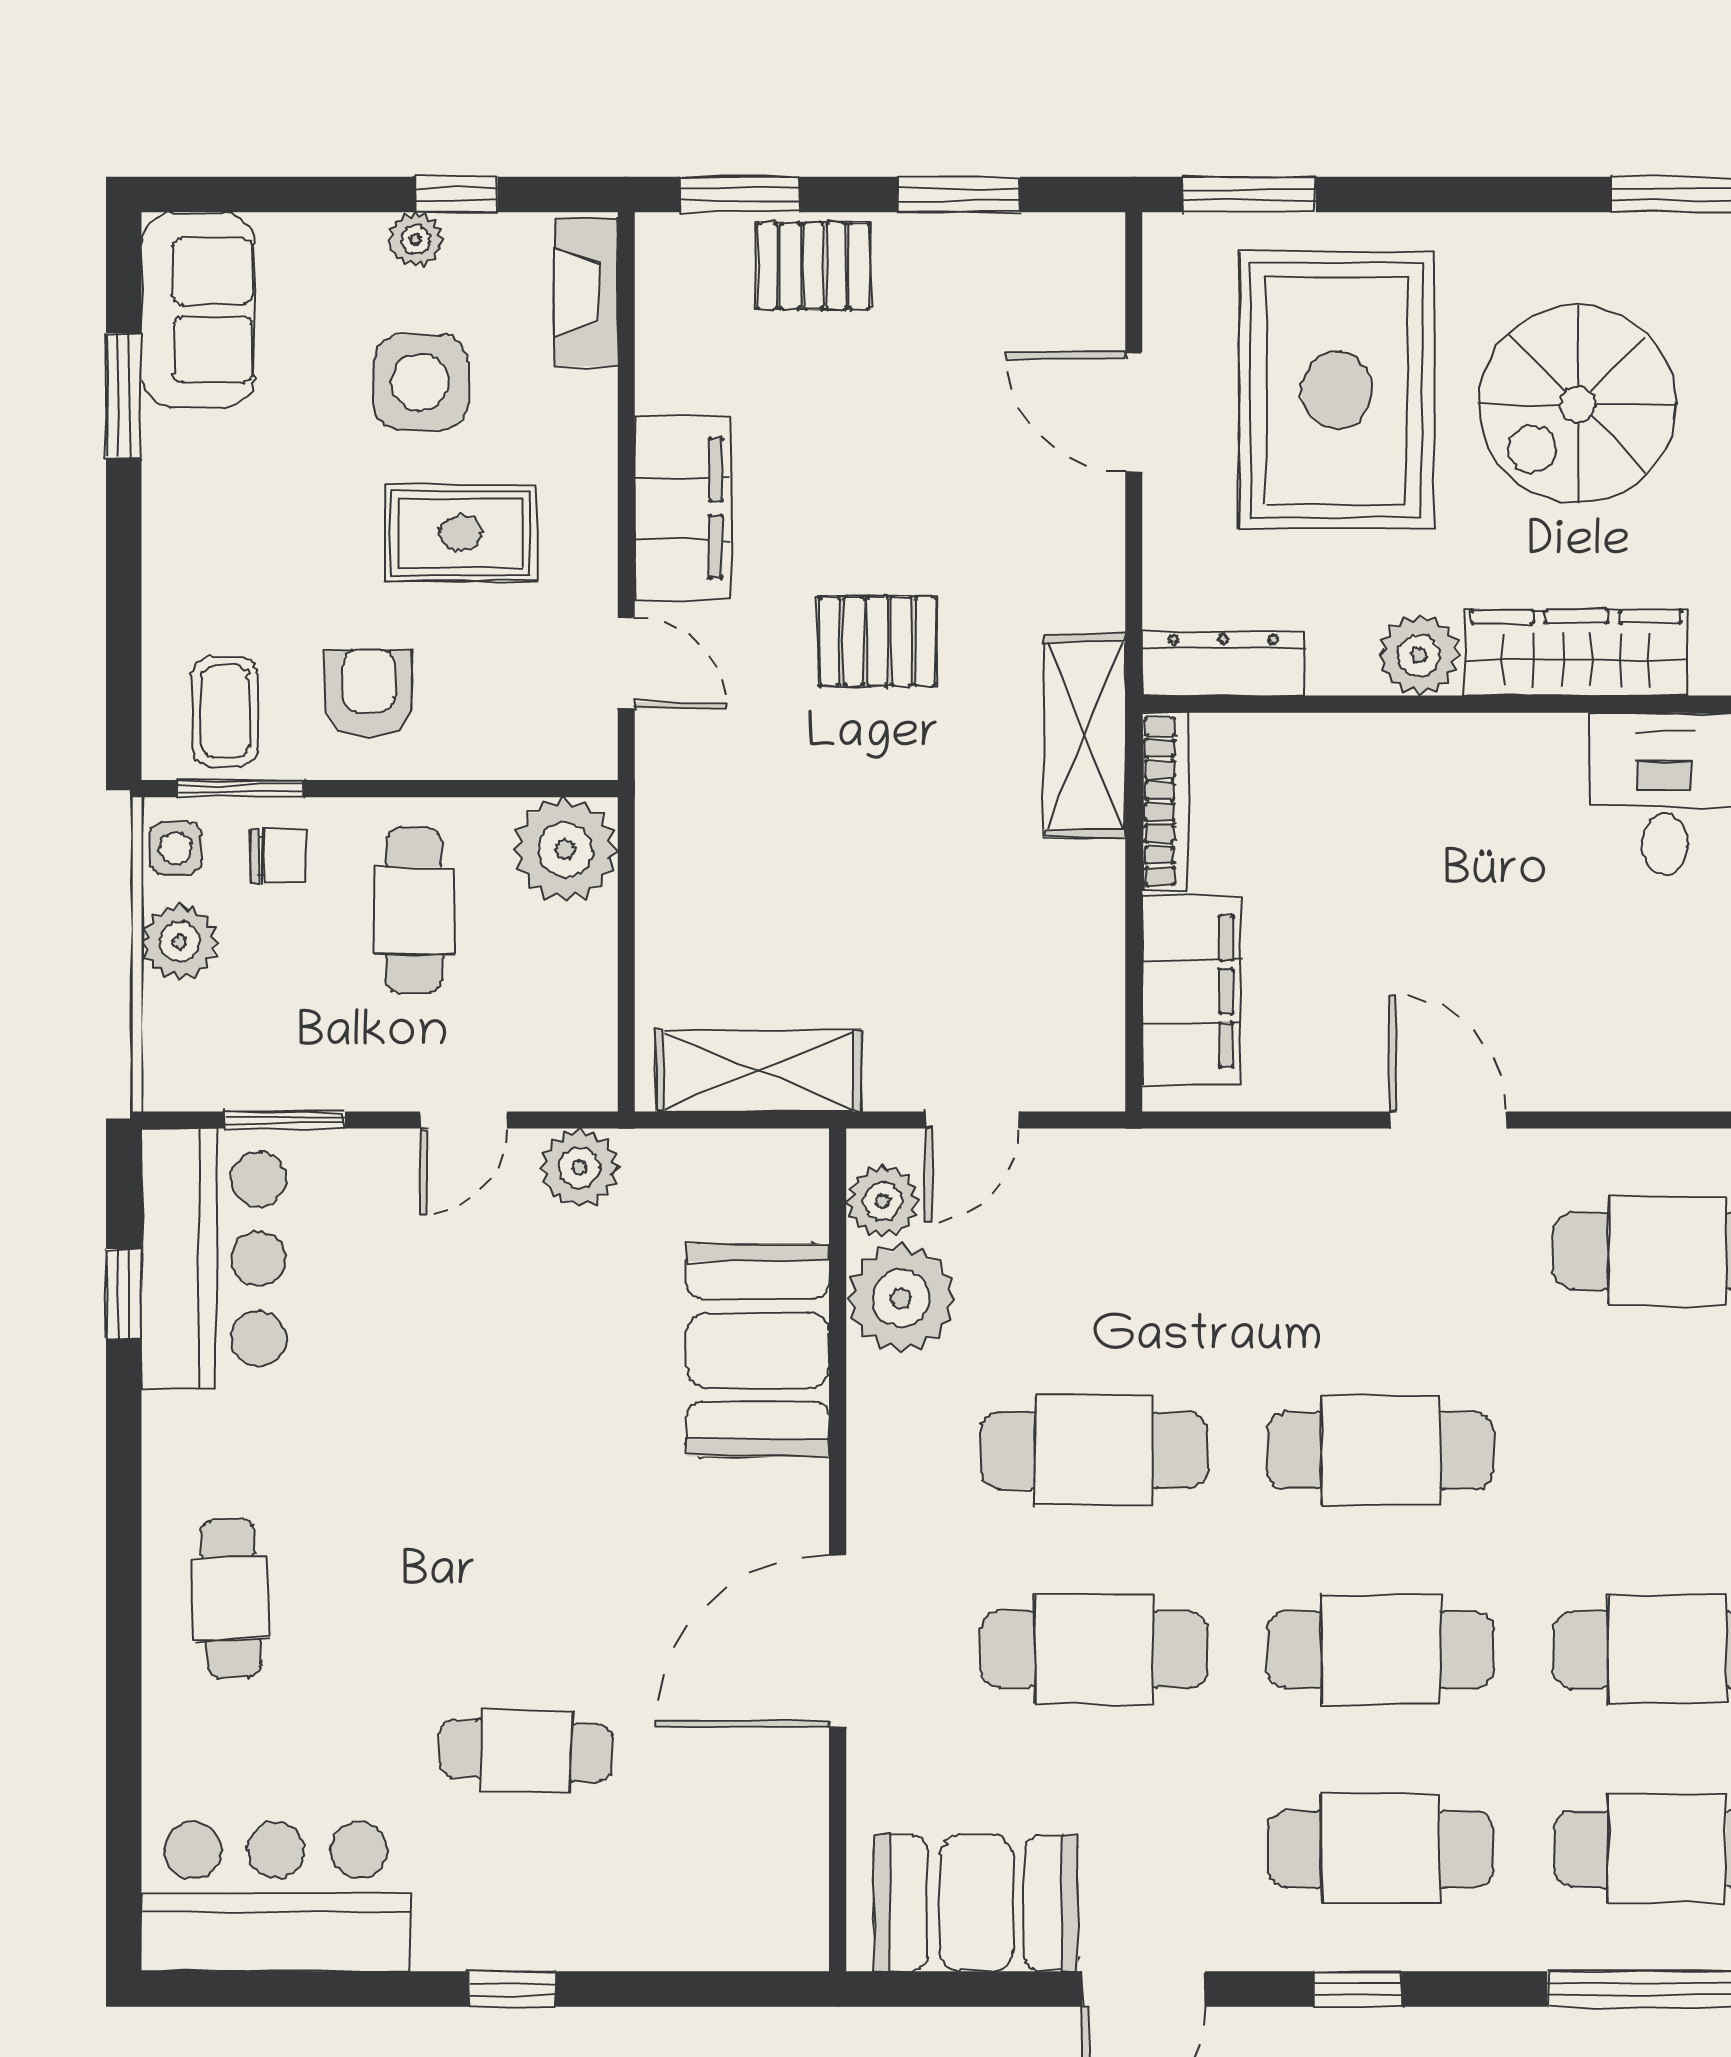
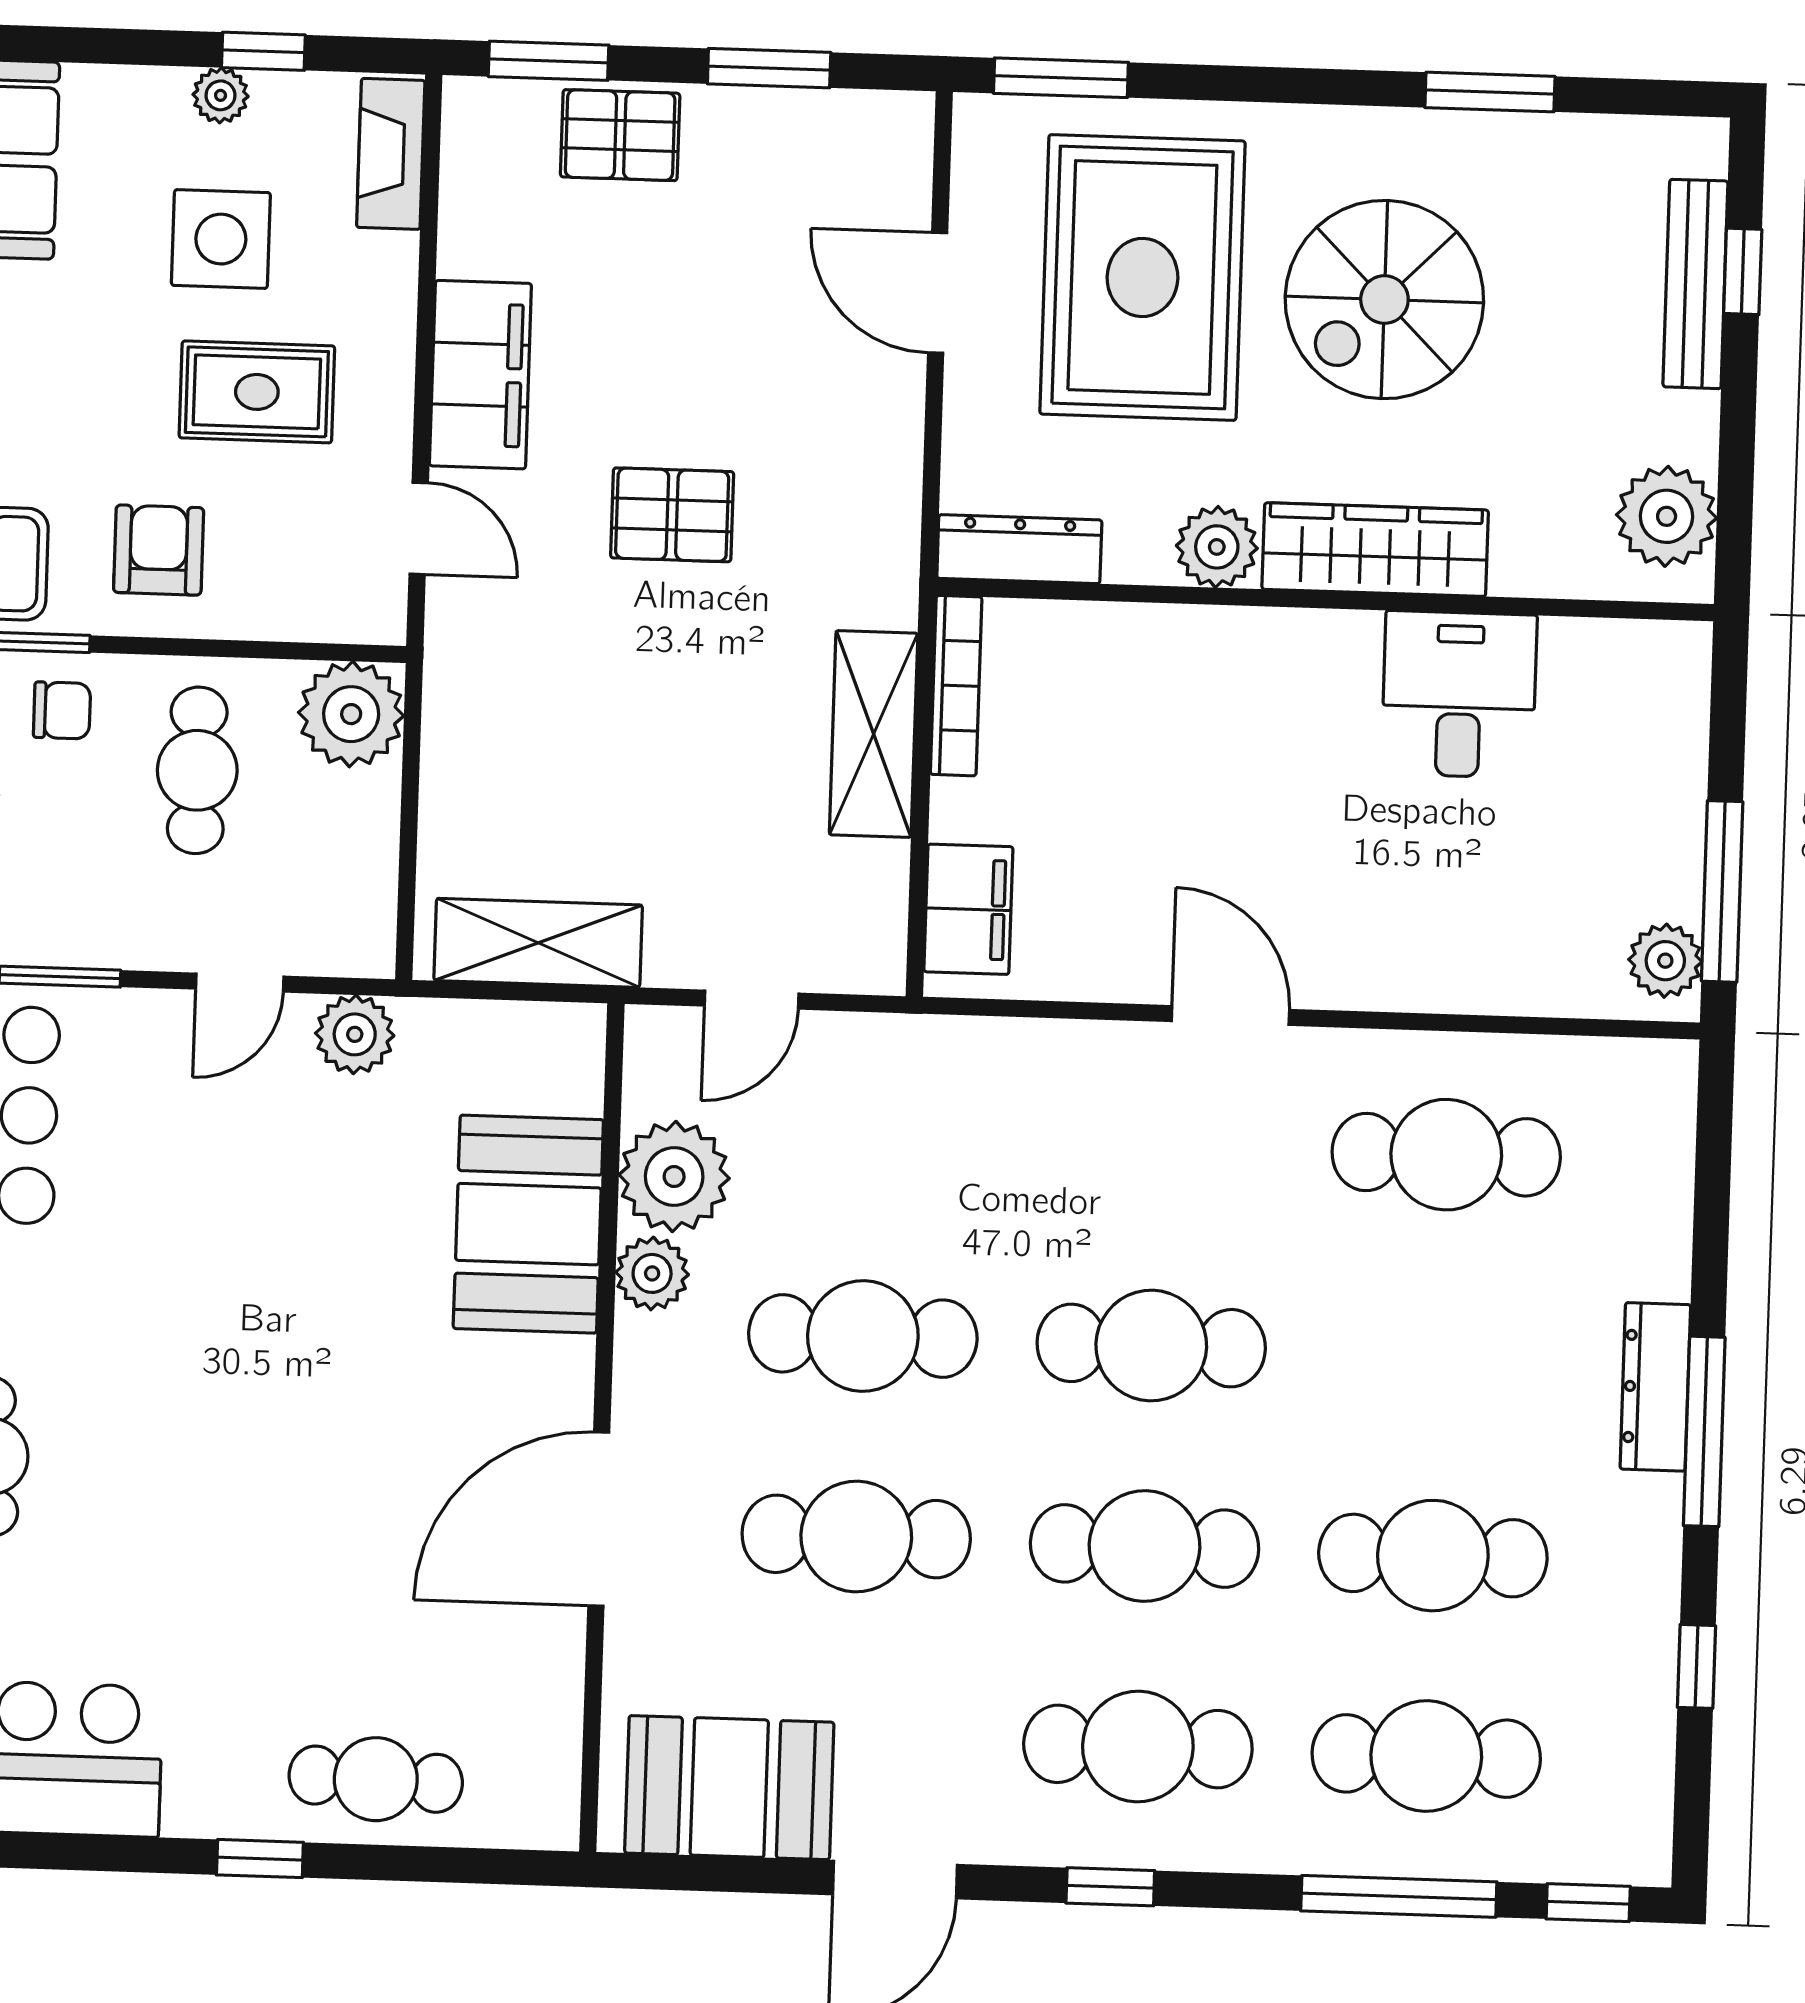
shelving: (1085, 736) -> (874, 734), moved
filing cabinet: (1192, 991) -> (968, 909), width x0.67, depth x0.86
plant: (882, 1201) -> (652, 1273), moved
cafe table: (526, 1751) -> (376, 1779), moved

